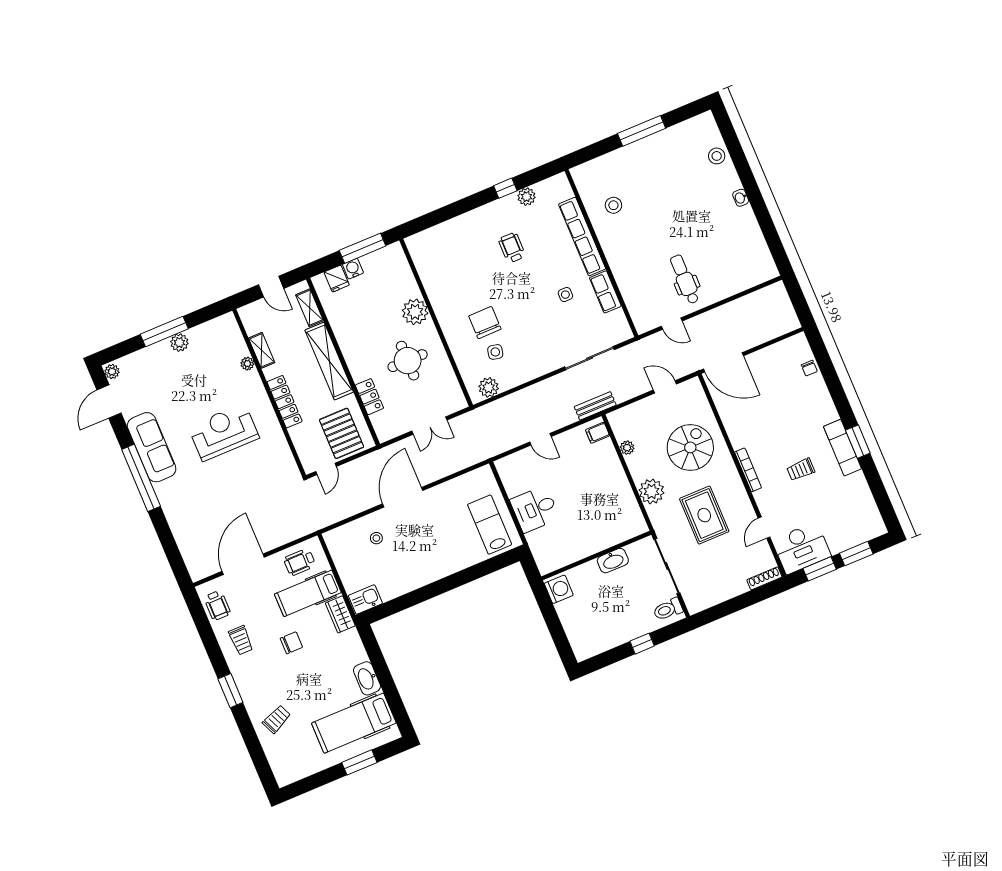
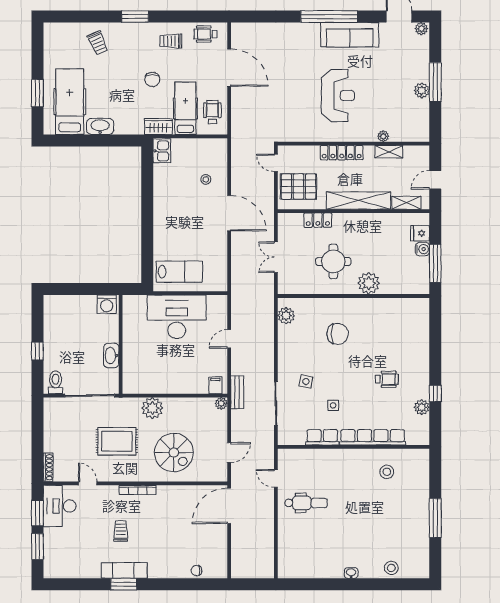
door: (672, 324) -> (276, 478), hinge flipped
side table: (495, 352) -> (306, 381), moved
plant: (627, 448) -> (221, 403), moved
desk: (535, 509) -> (177, 317), width x1.87, depth x1.30

